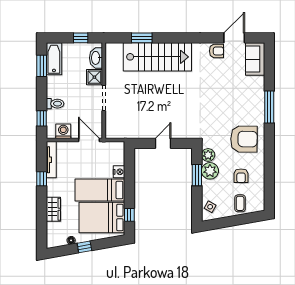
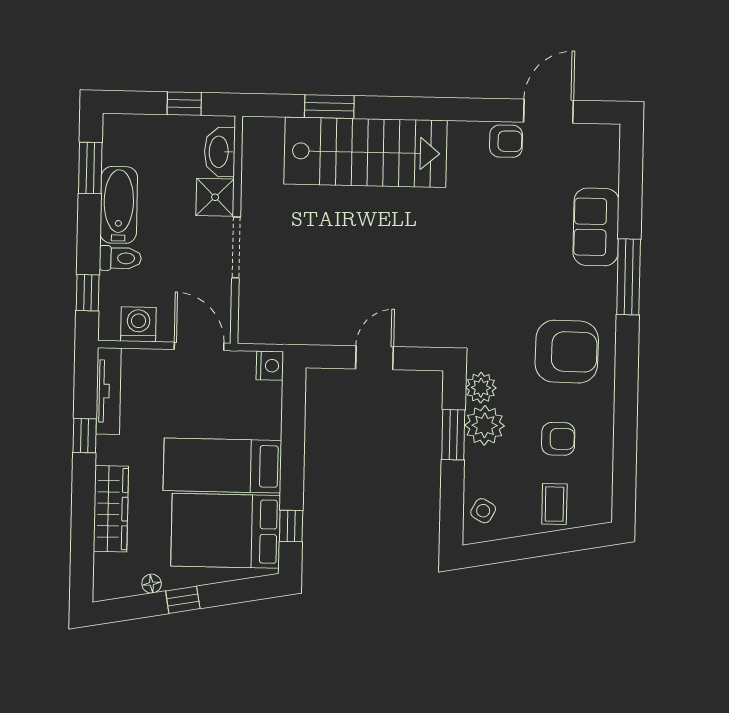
bathtub: (54, 59) -> (119, 205), moved
sofa: (255, 59) -> (596, 227), moved
nightstand: (119, 172) -> (270, 366), moved
armchair: (241, 176) -> (558, 439), turned -90
wardrobe: (53, 209) -> (111, 509), width x1.50

